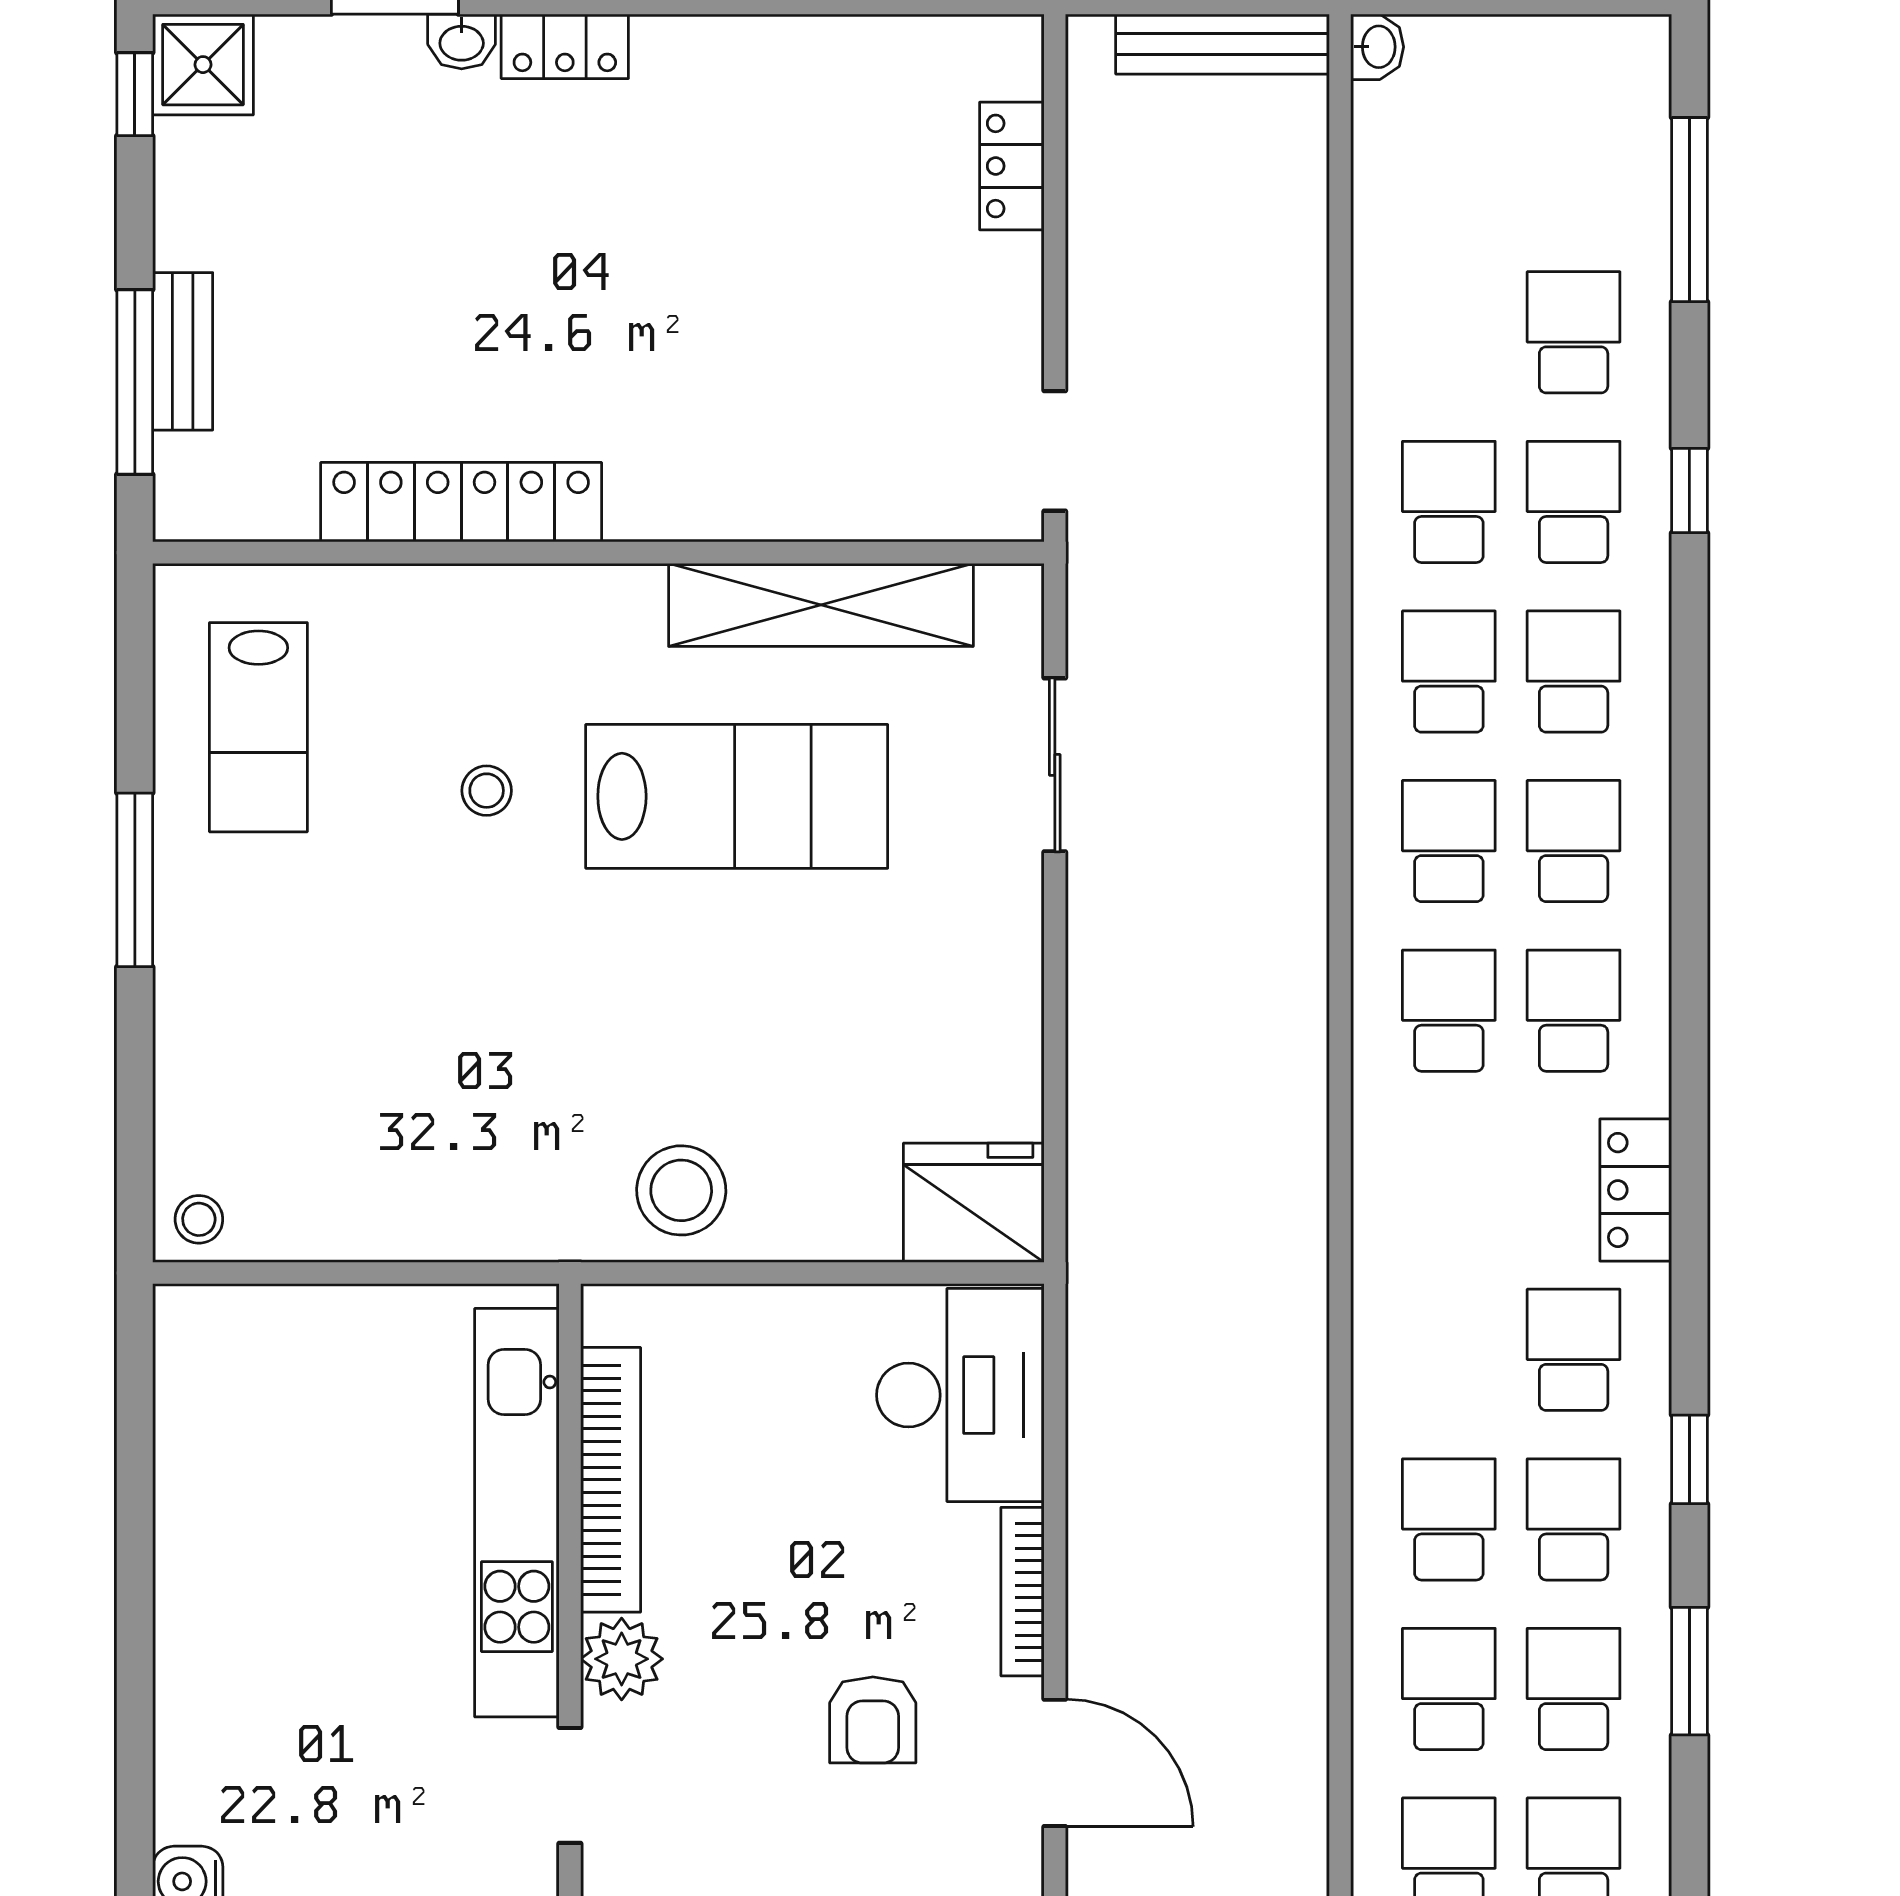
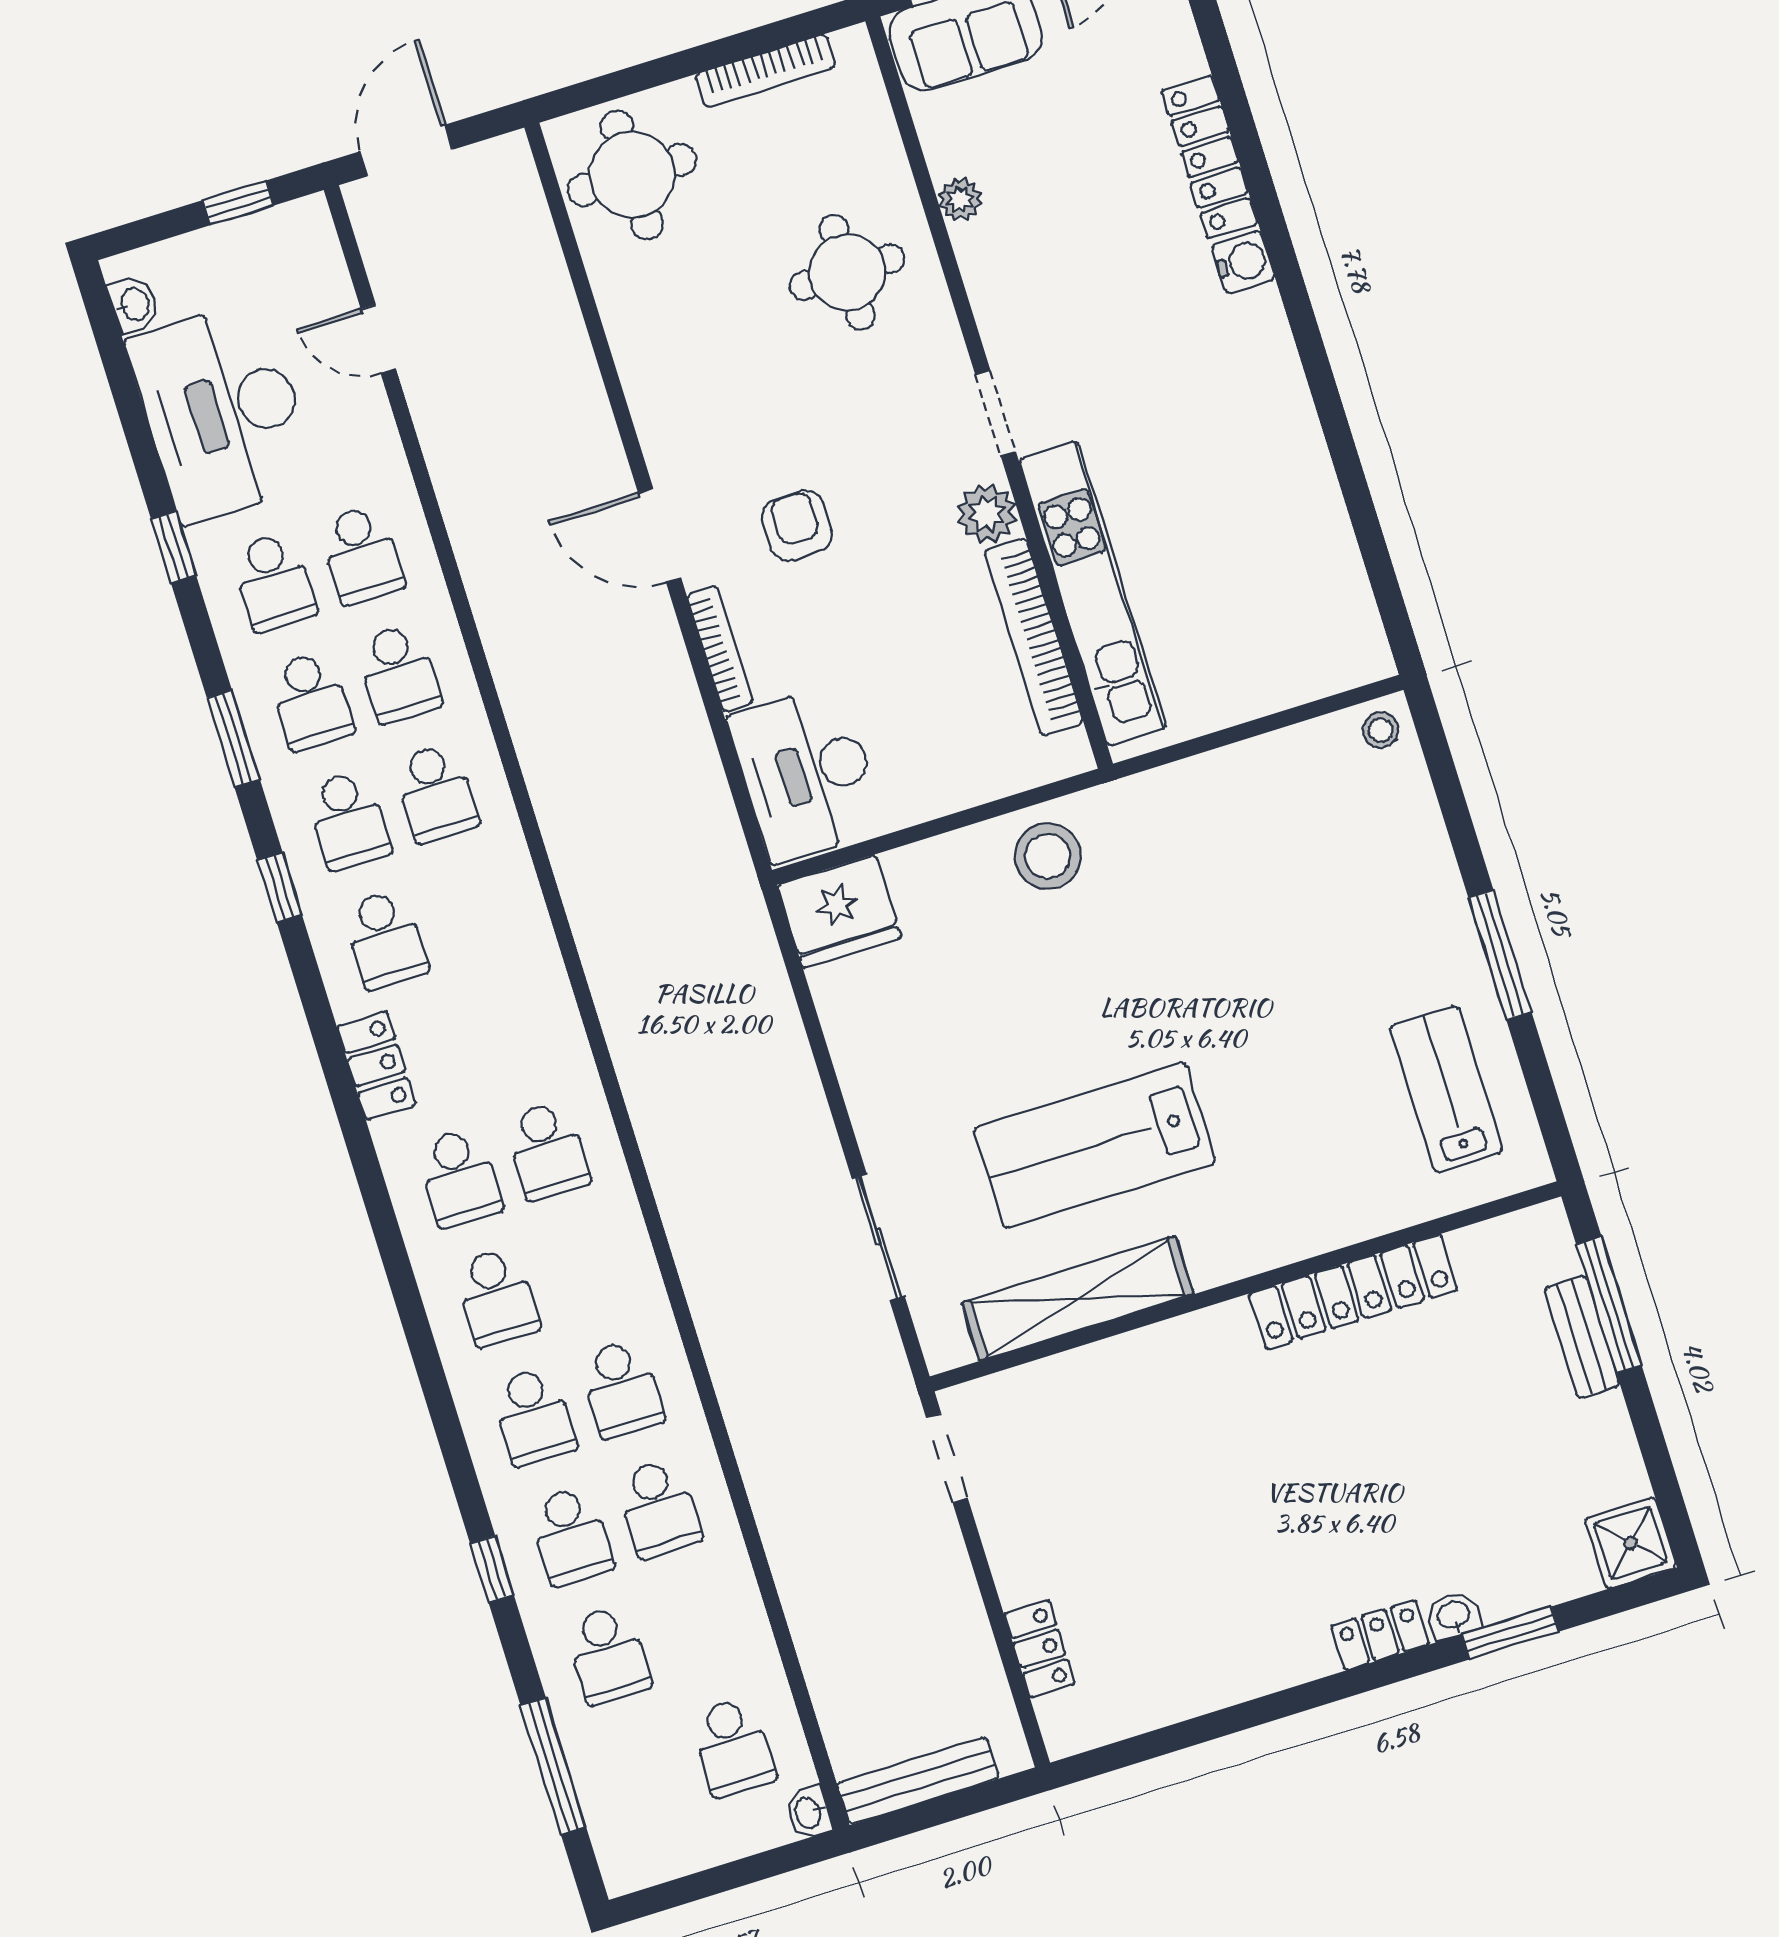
window: (135, 94) -> (1672, 1507), removed
stool: (487, 791) -> (1272, 1095), removed
school desk: (1449, 841) -> (733, 1747), moved

